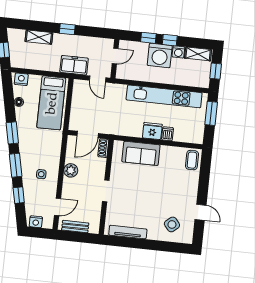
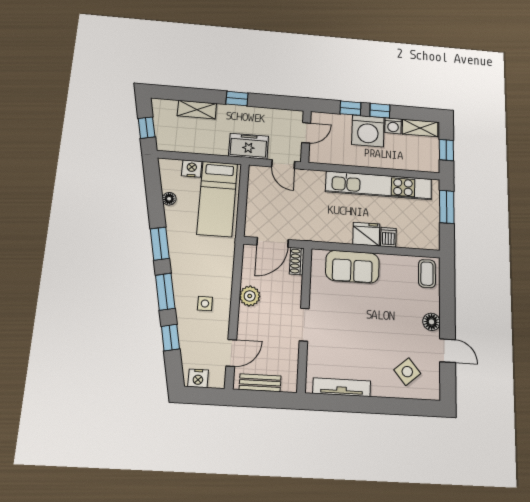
nightstand: (21, 79) -> (192, 168), moved
floor lamp: (192, 193) -> (432, 322), added

